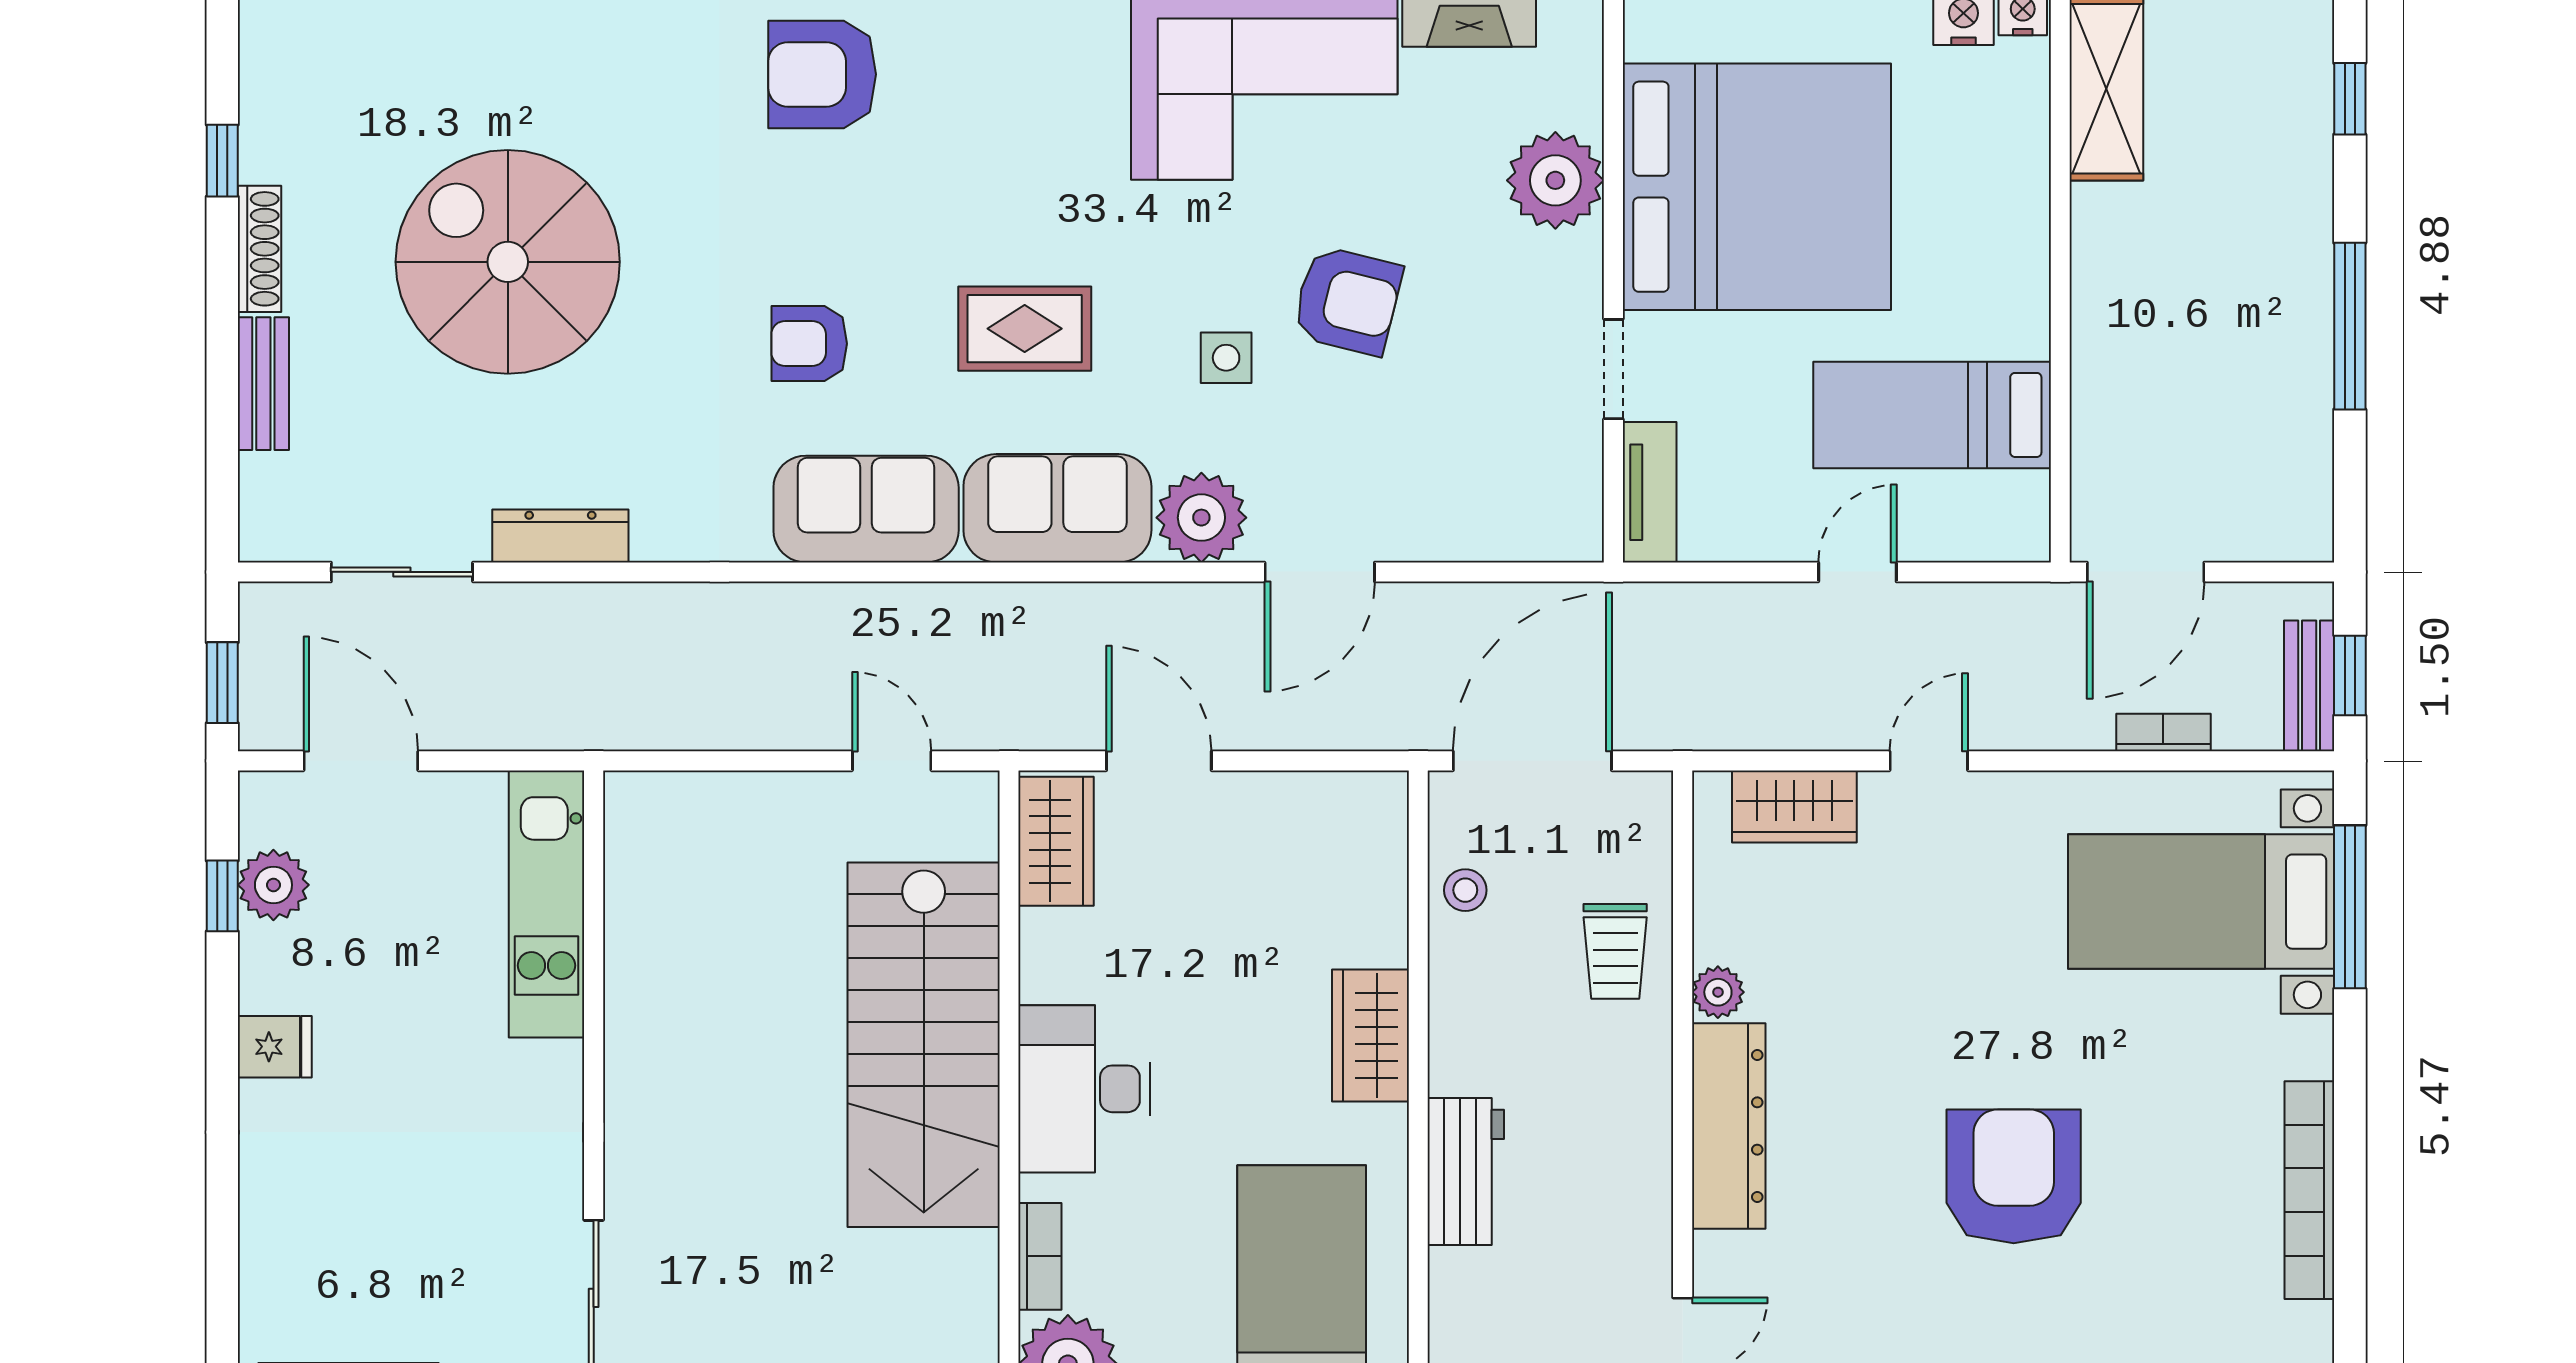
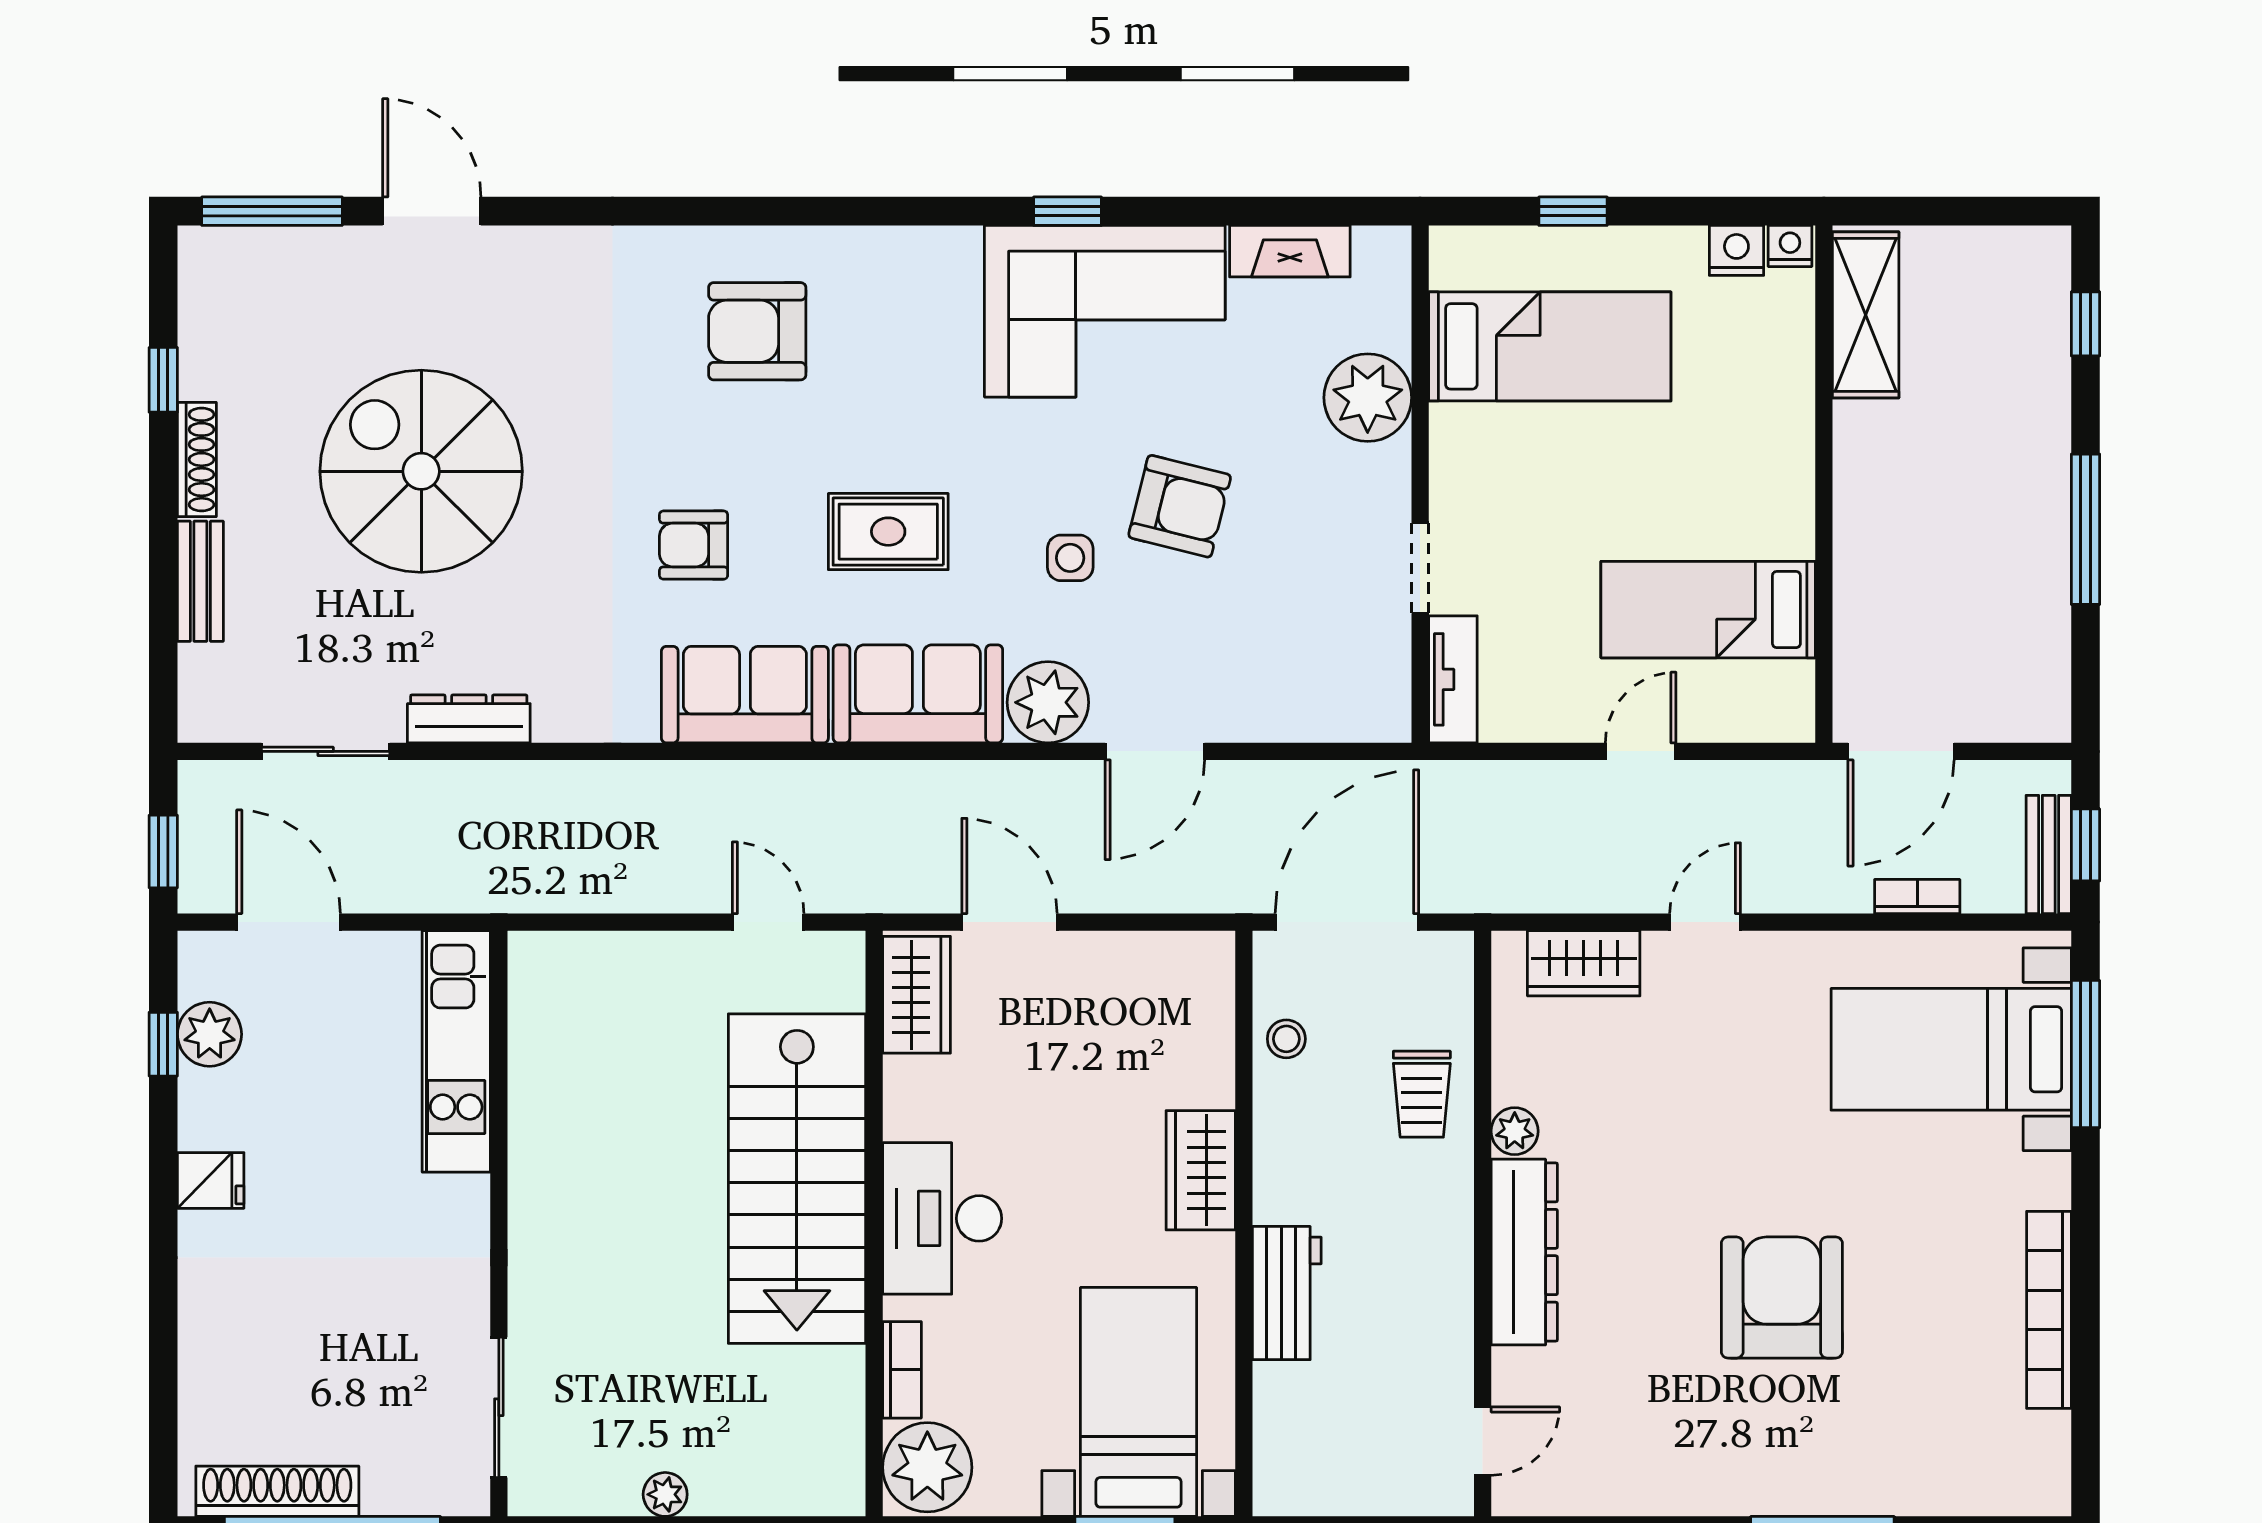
armchair: (822, 74) -> (757, 331), moved
bed: (1757, 187) -> (1550, 346), width x0.49

